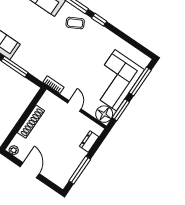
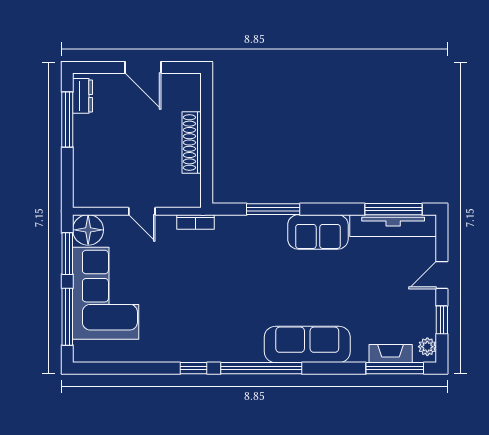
coffee table: (75, 23) -> (226, 338), removed
dresser: (89, 142) -> (83, 96), moved
plant: (14, 150) -> (188, 81), removed

